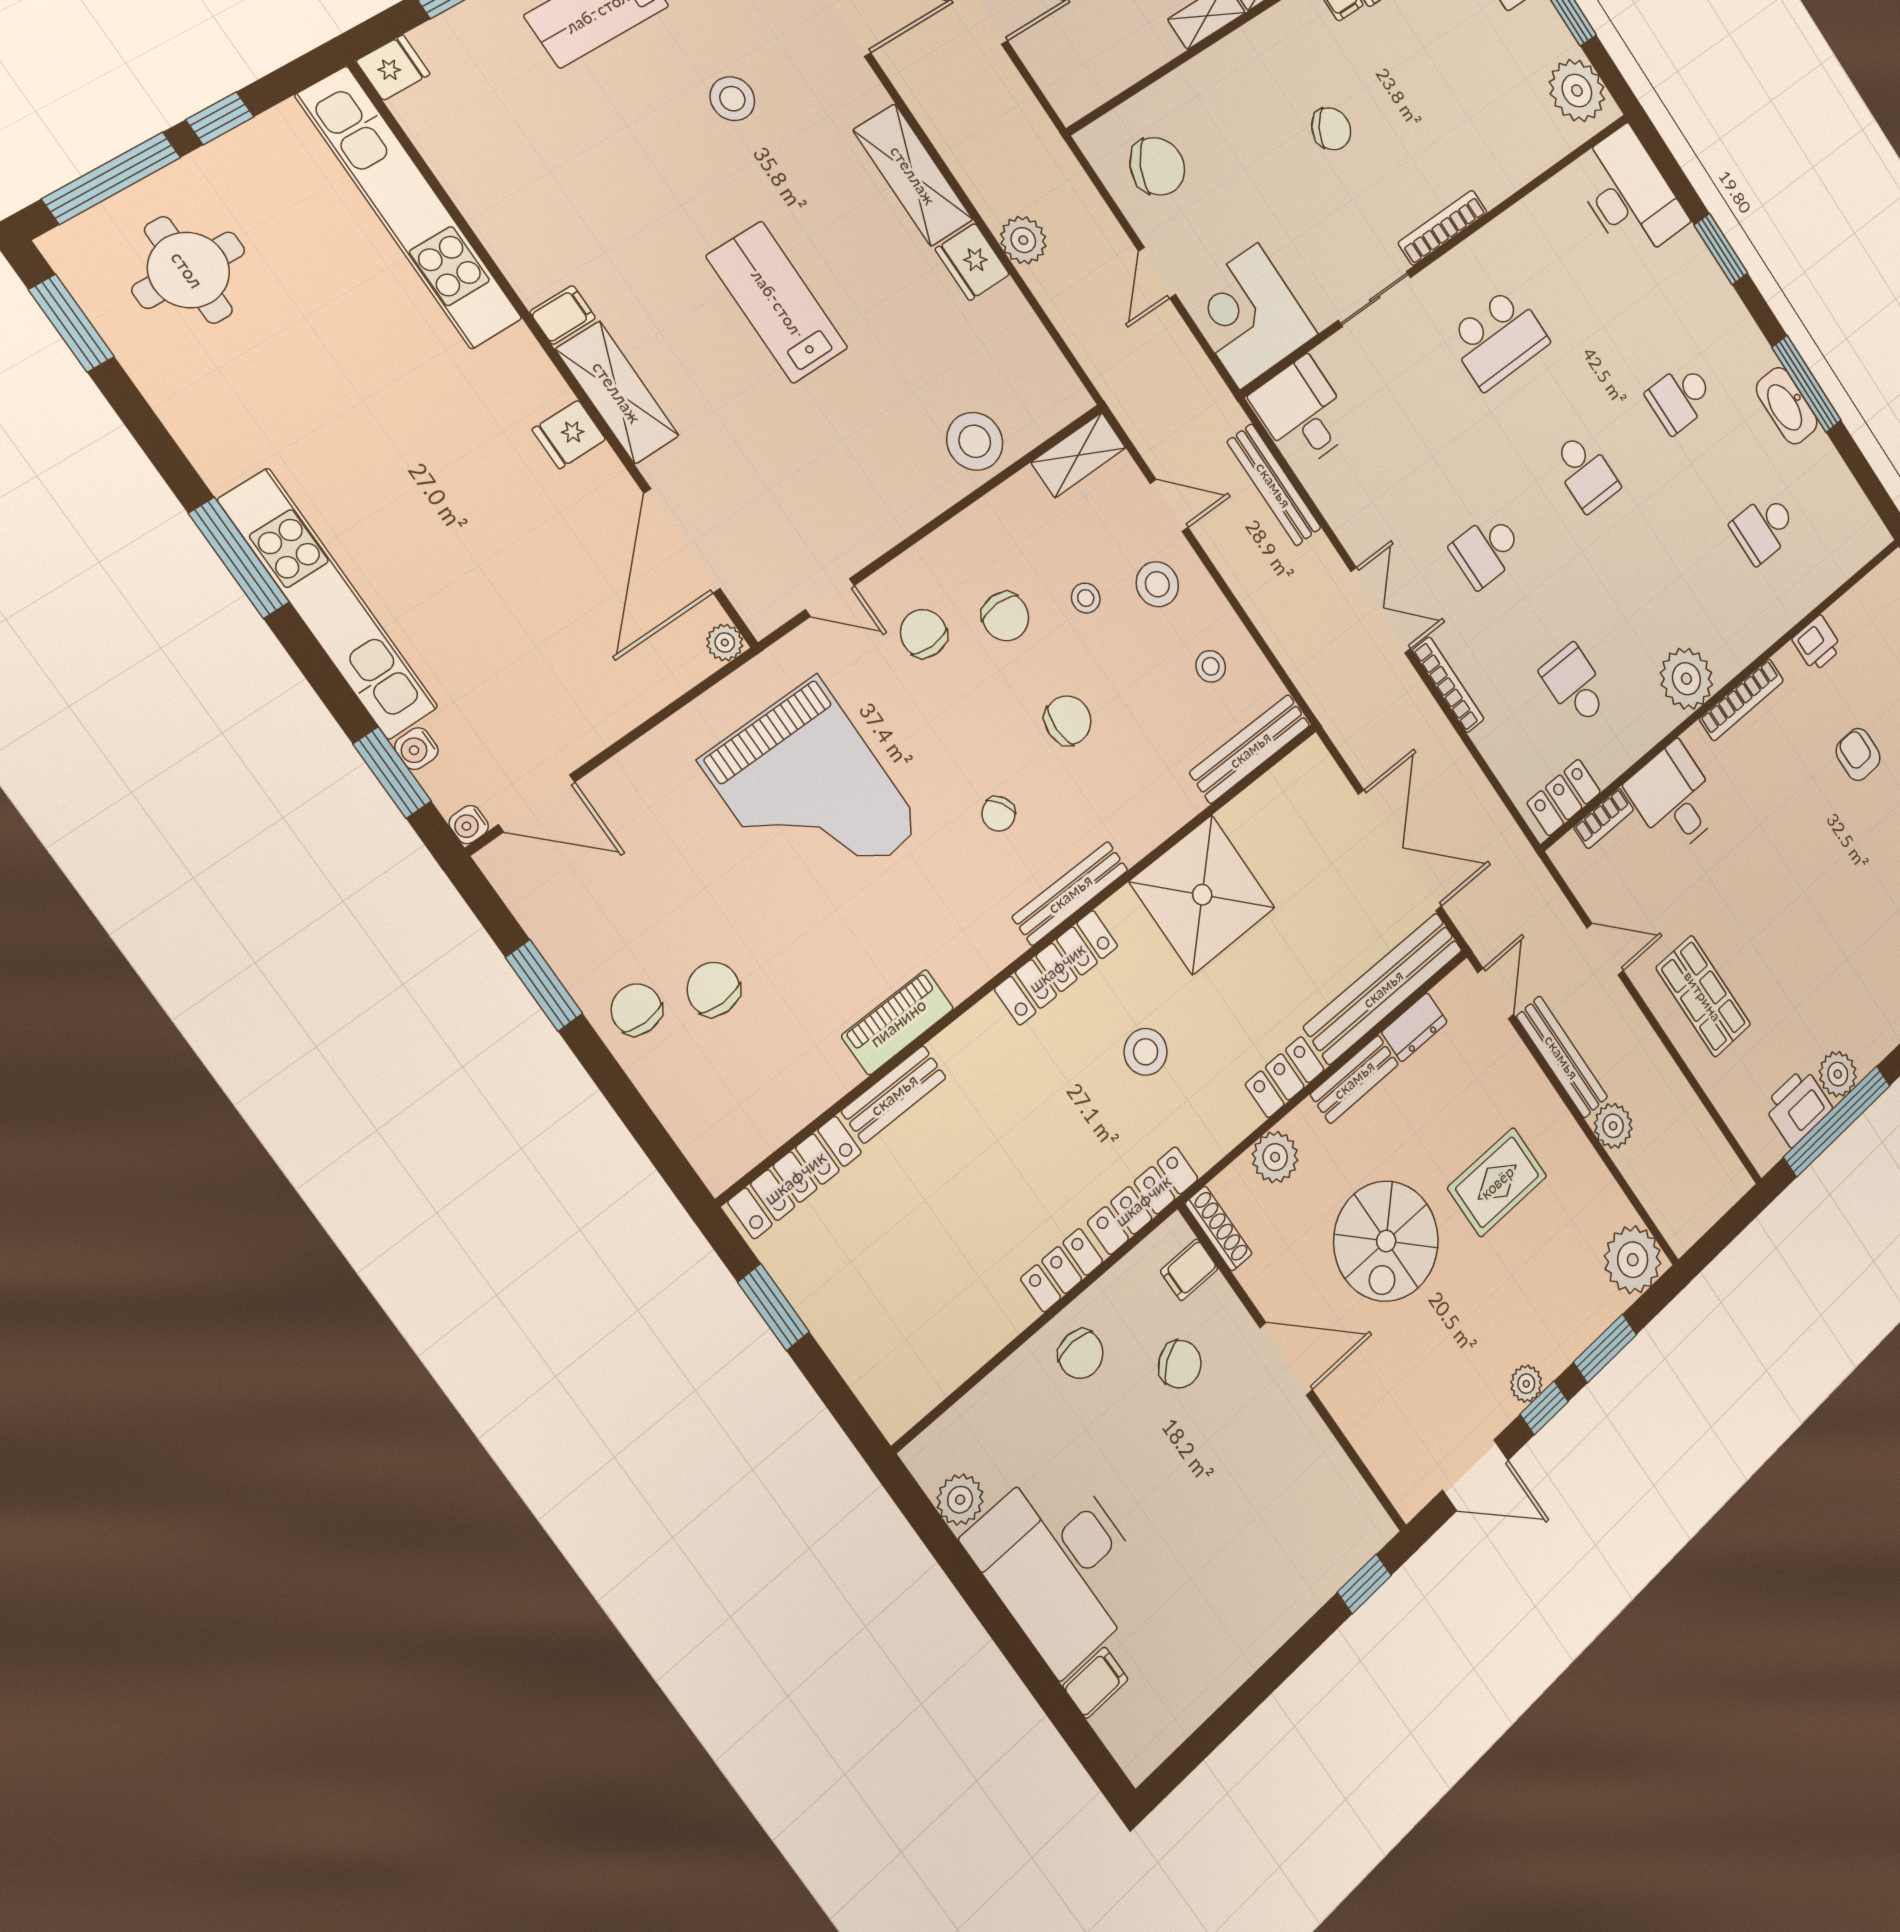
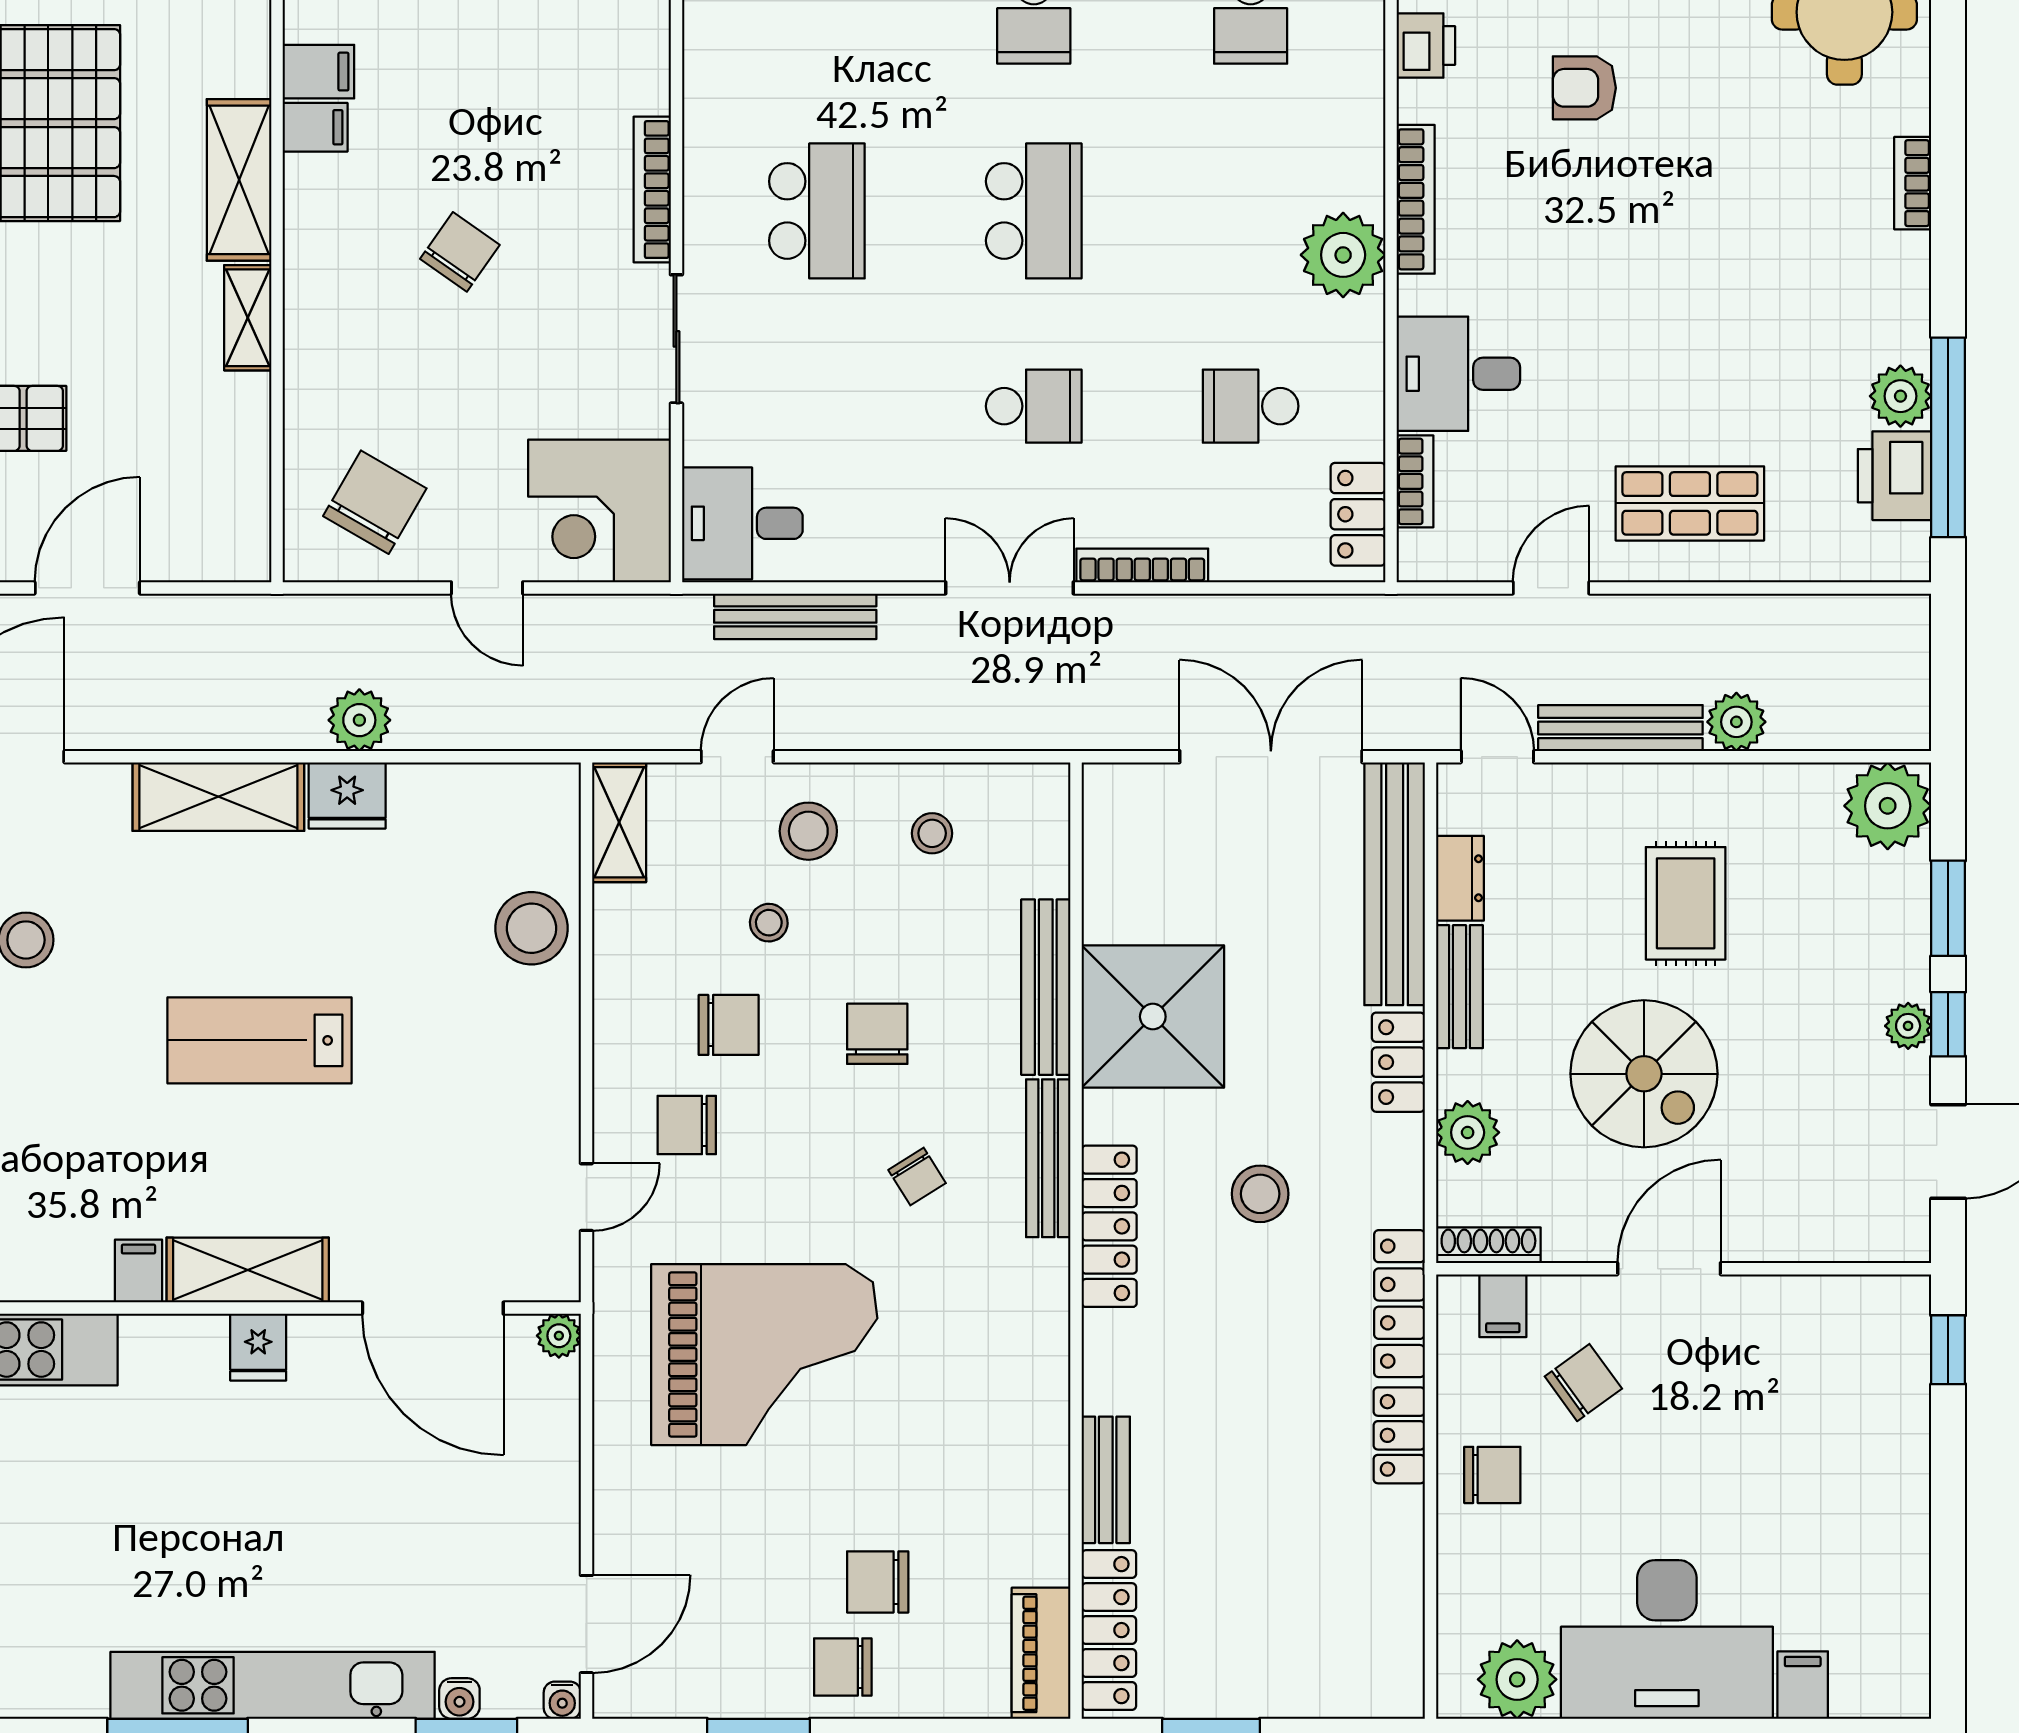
school desk: (1585, 472) -> (1034, 211), width x1.85
school desk: (1487, 550) -> (1034, 406), turned -90
bench: (1250, 749) -> (1046, 987), moved
piano: (898, 1022) -> (1041, 1653), moved
plant: (960, 1500) -> (1517, 1679), width x1.36, depth x1.36

